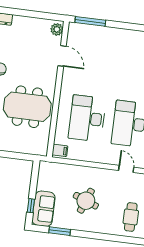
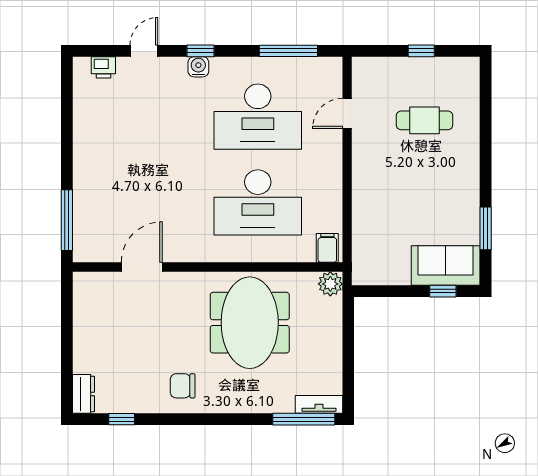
plant: (57, 29) -> (330, 284), moved
round table: (86, 201) -> (419, 185), removed
cafe table: (131, 217) -> (425, 120), moved

